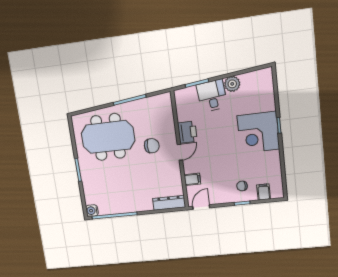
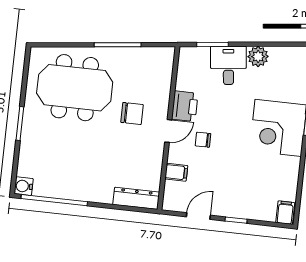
chair: (242, 186) -> (203, 140), moved
filing cabinet: (264, 192) -> (285, 213), moved
door: (201, 207) -> (198, 216), moved

